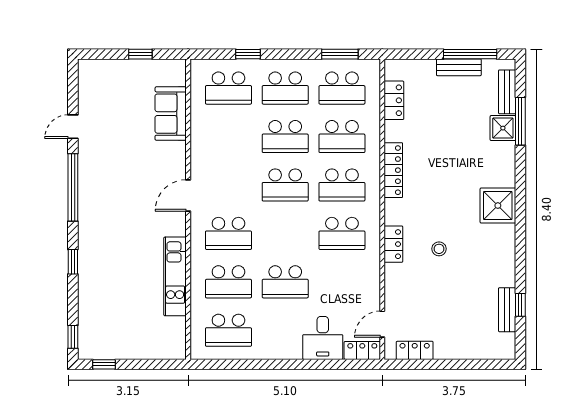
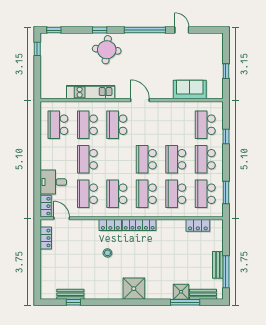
locker: (393, 170) -> (139, 225), moved
round table: (105, 250) -> (107, 50), added
school desk: (342, 282) -> (87, 194), added

